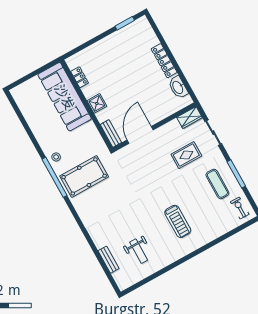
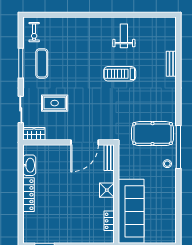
treadmill: (178, 221) -> (120, 74), moved, turned -90
weight bench: (139, 251) -> (124, 36), moved
bench: (109, 260) -> (171, 64), moved

